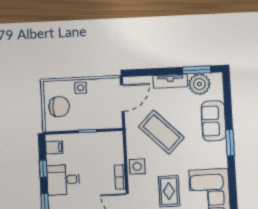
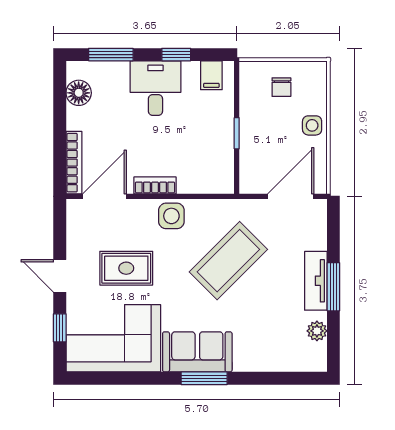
window: (197, 70) -> (333, 287), moved
plant: (199, 84) -> (317, 331), width x0.53, depth x0.53
door: (122, 98) -> (291, 196), swing flipped
chair: (59, 107) -> (281, 87), width x0.54, depth x0.54
sofa: (214, 121) -> (197, 352), moved

